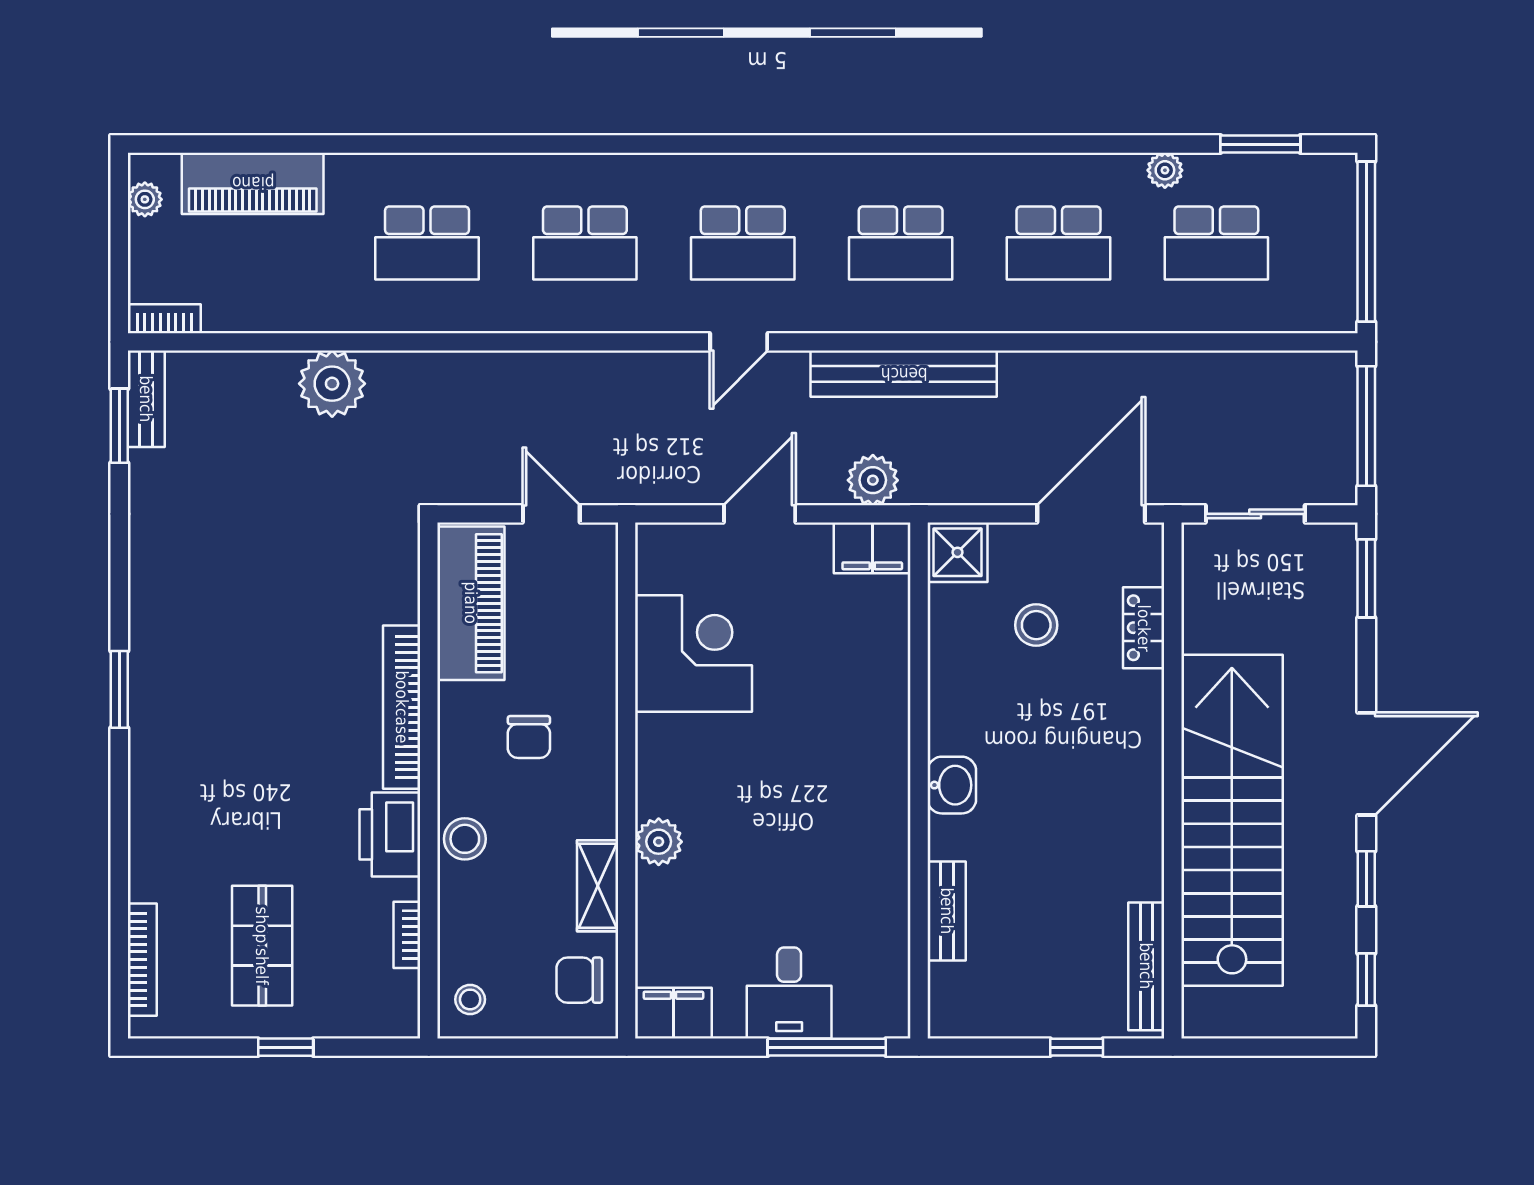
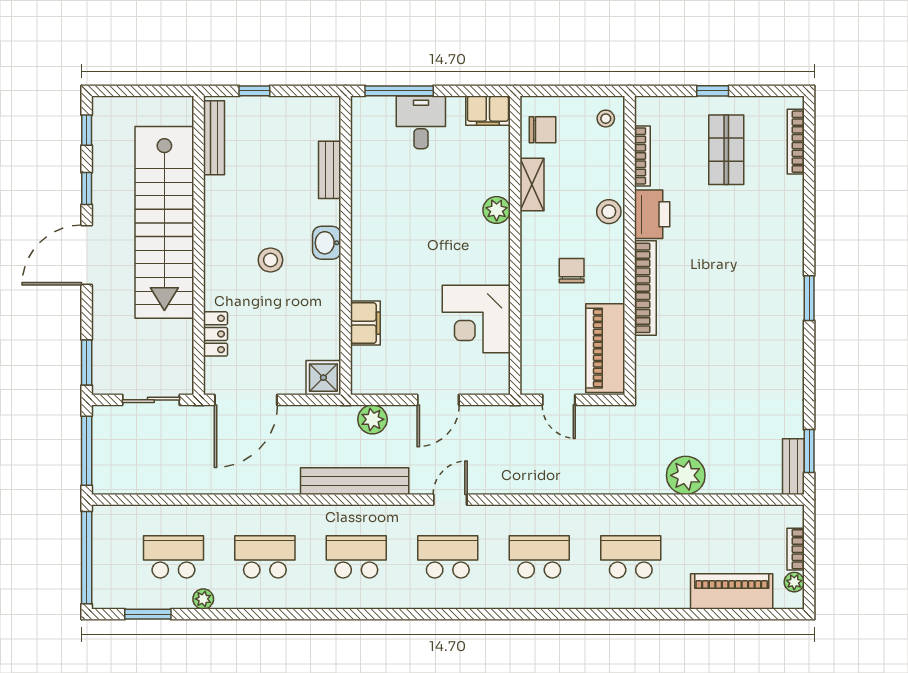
bookcase: (164, 319) -> (796, 549), moved, turned 90
filing cabinet: (872, 548) -> (365, 323), moved, turned 90
stool: (1036, 625) -> (270, 260), moved
bookcase: (407, 935) -> (642, 156), width x1.56

